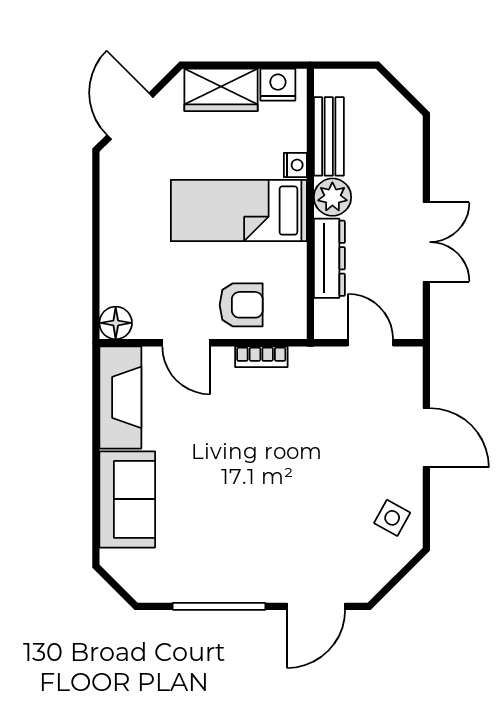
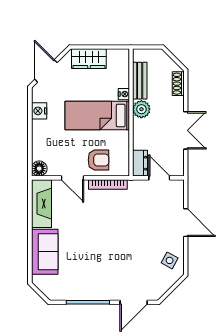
nightstand: (278, 85) -> (39, 111), moved, turned -90
shoe rack: (410, 143) -> (178, 84), added
dresser: (329, 258) -> (140, 163), moved, width x0.70
bookcase: (261, 357) -> (108, 184), width x1.56

